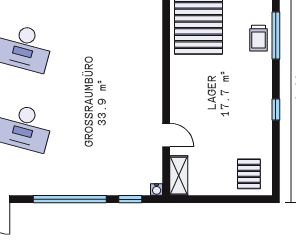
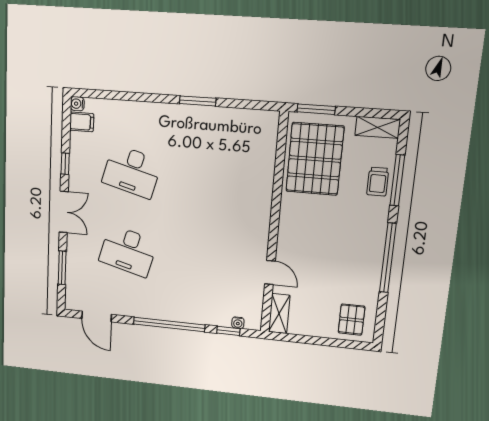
window: (276, 109) -> (388, 258), width x3.17
water cooler: (157, 189) -> (238, 323), moved

